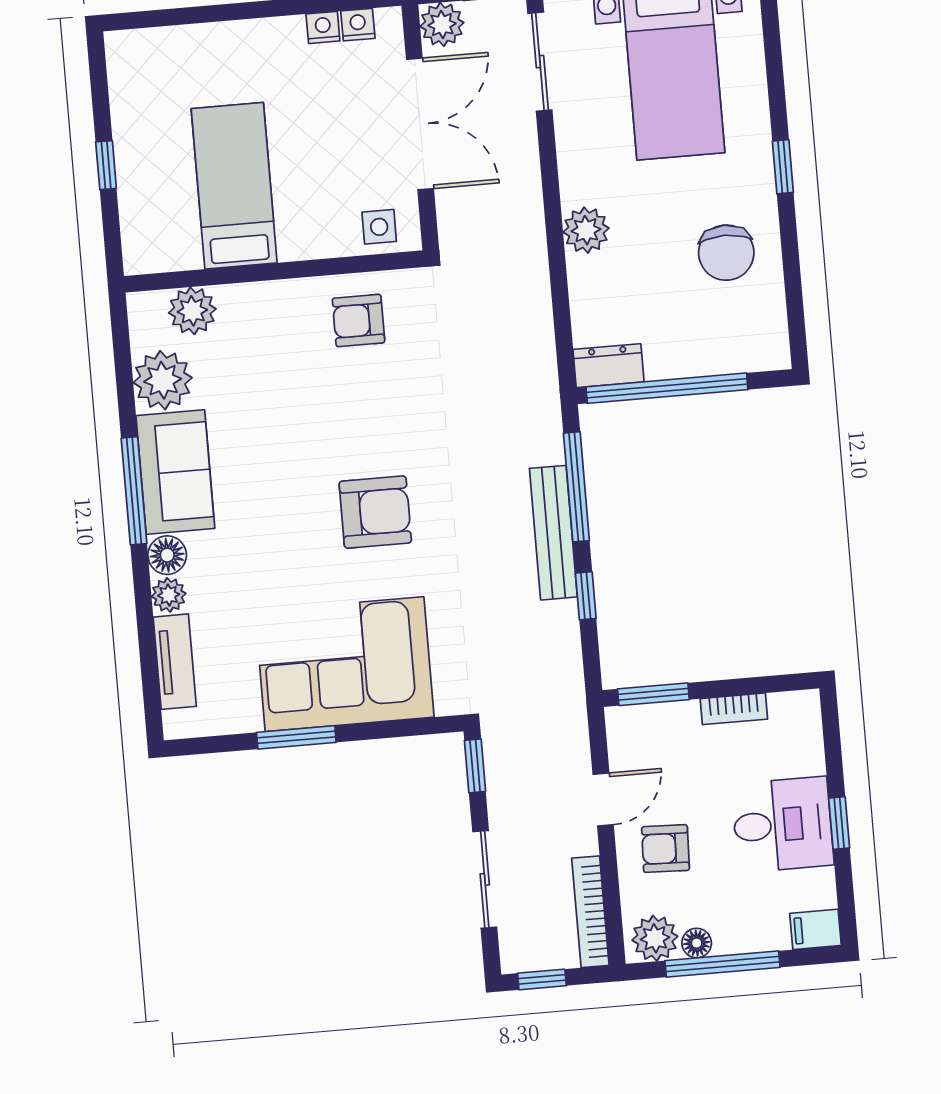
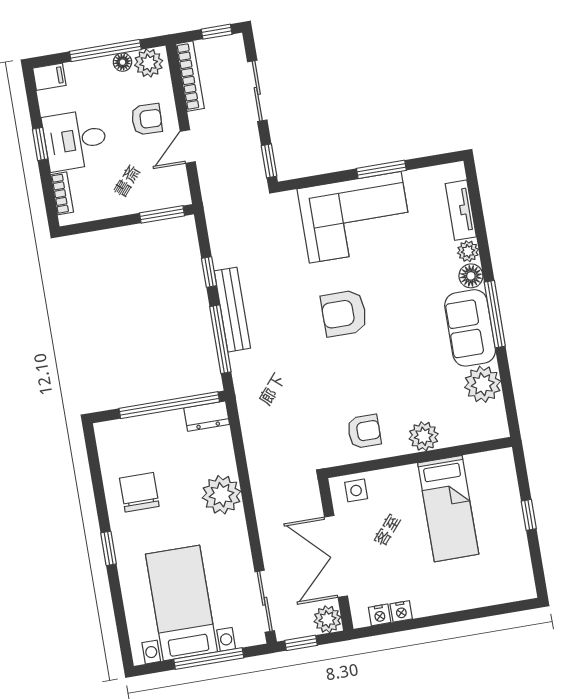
plant: (586, 230) -> (222, 495), width x1.36, depth x1.36
plant: (192, 311) -> (424, 436), moved
bookcase: (734, 709) -> (62, 193), moved, turned 90

